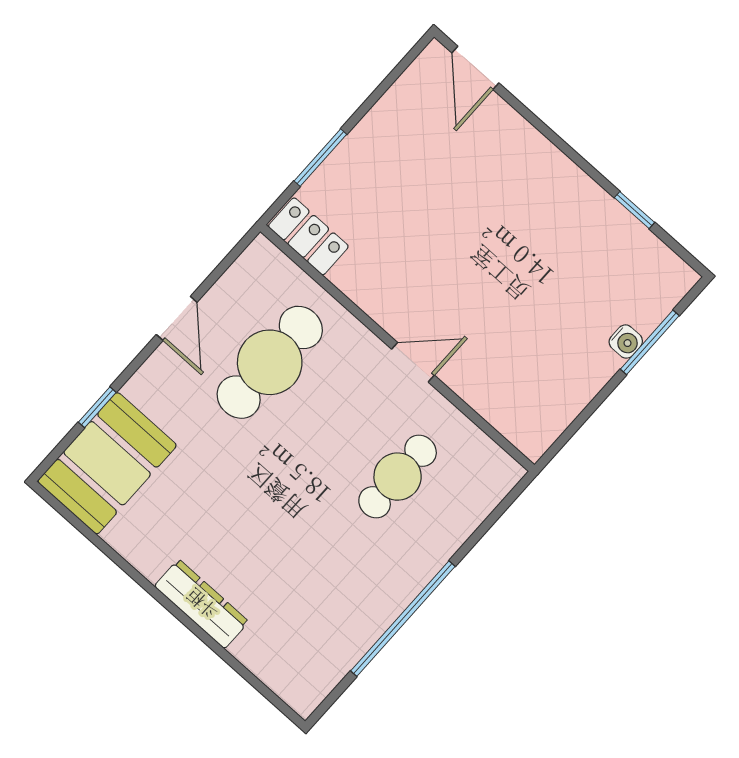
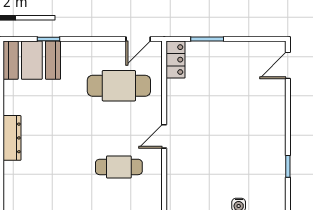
door: (177, 318) -> (138, 39), moved
door: (413, 362) -> (164, 136), swing flipped

